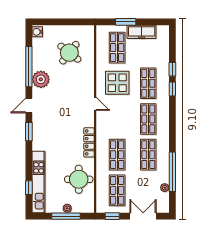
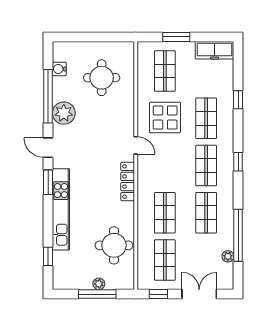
water cooler: (37, 32) -> (59, 69), moved
freezer: (142, 32) -> (215, 50), moved
round table: (69, 53) -> (102, 78), turned -38
window: (172, 89) -> (238, 162), moved
door: (29, 106) -> (48, 148), hinge flipped
locker: (89, 142) -> (128, 182), moved
kitchen unit: (39, 182) -> (61, 209), moved

